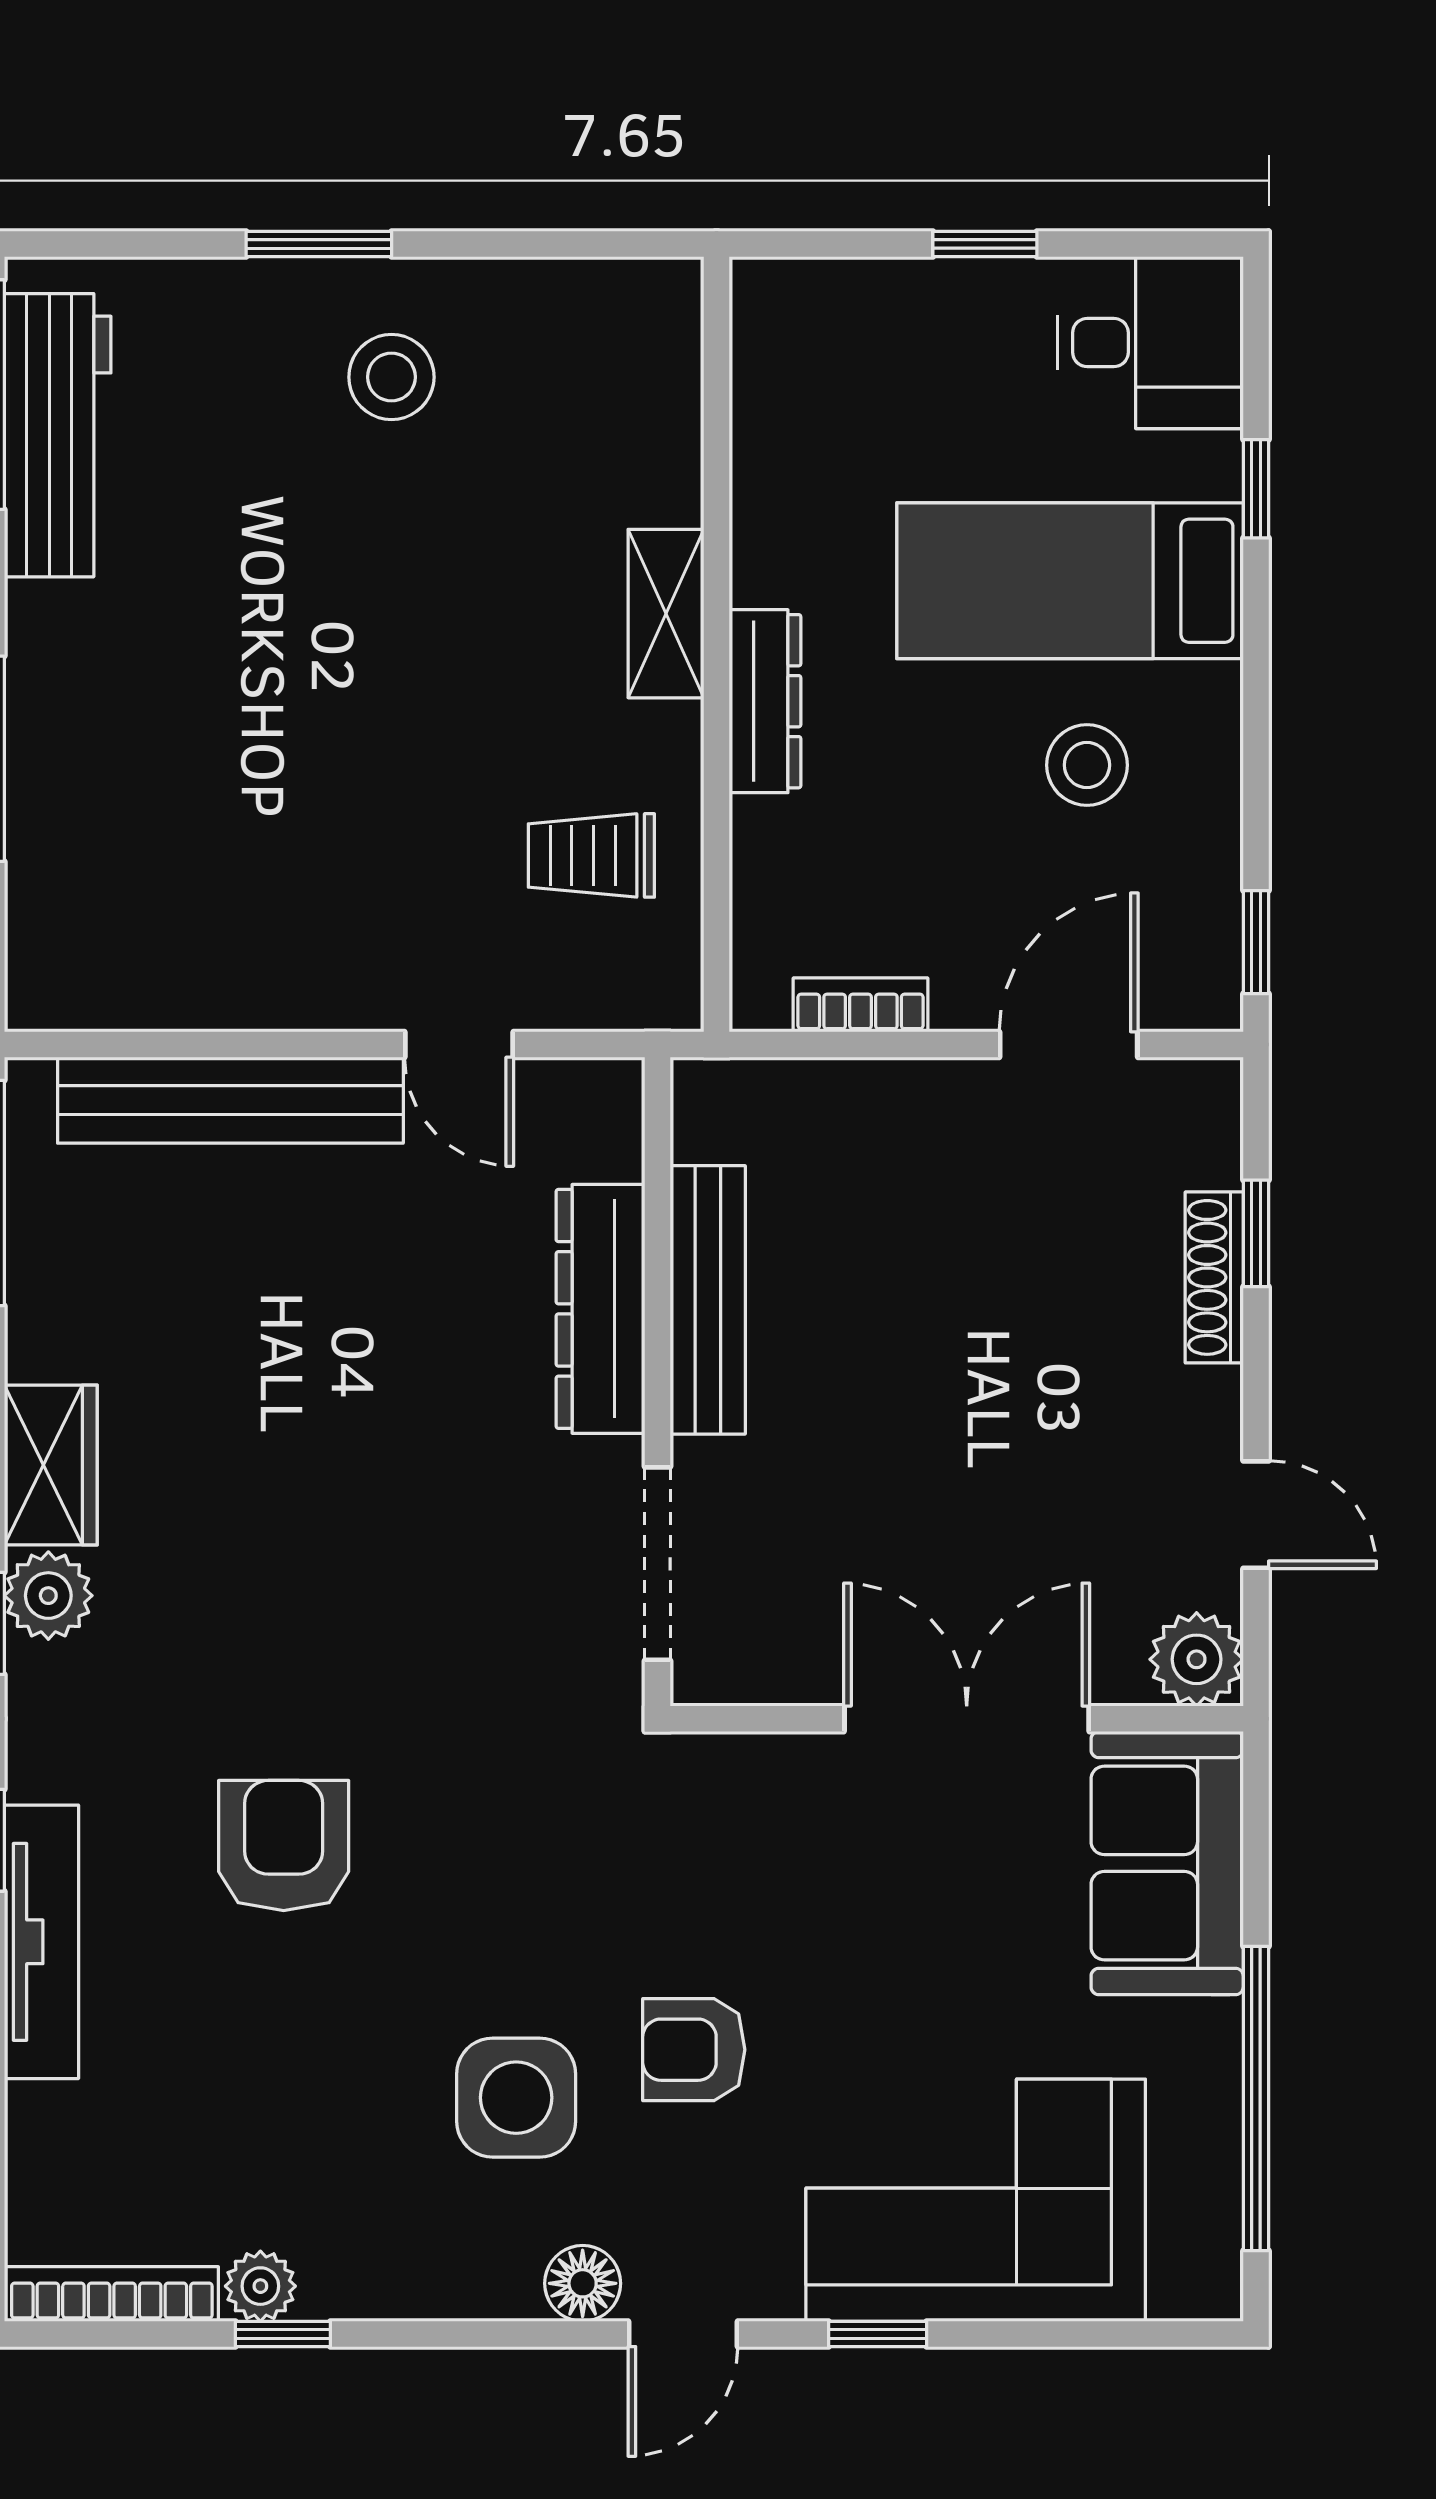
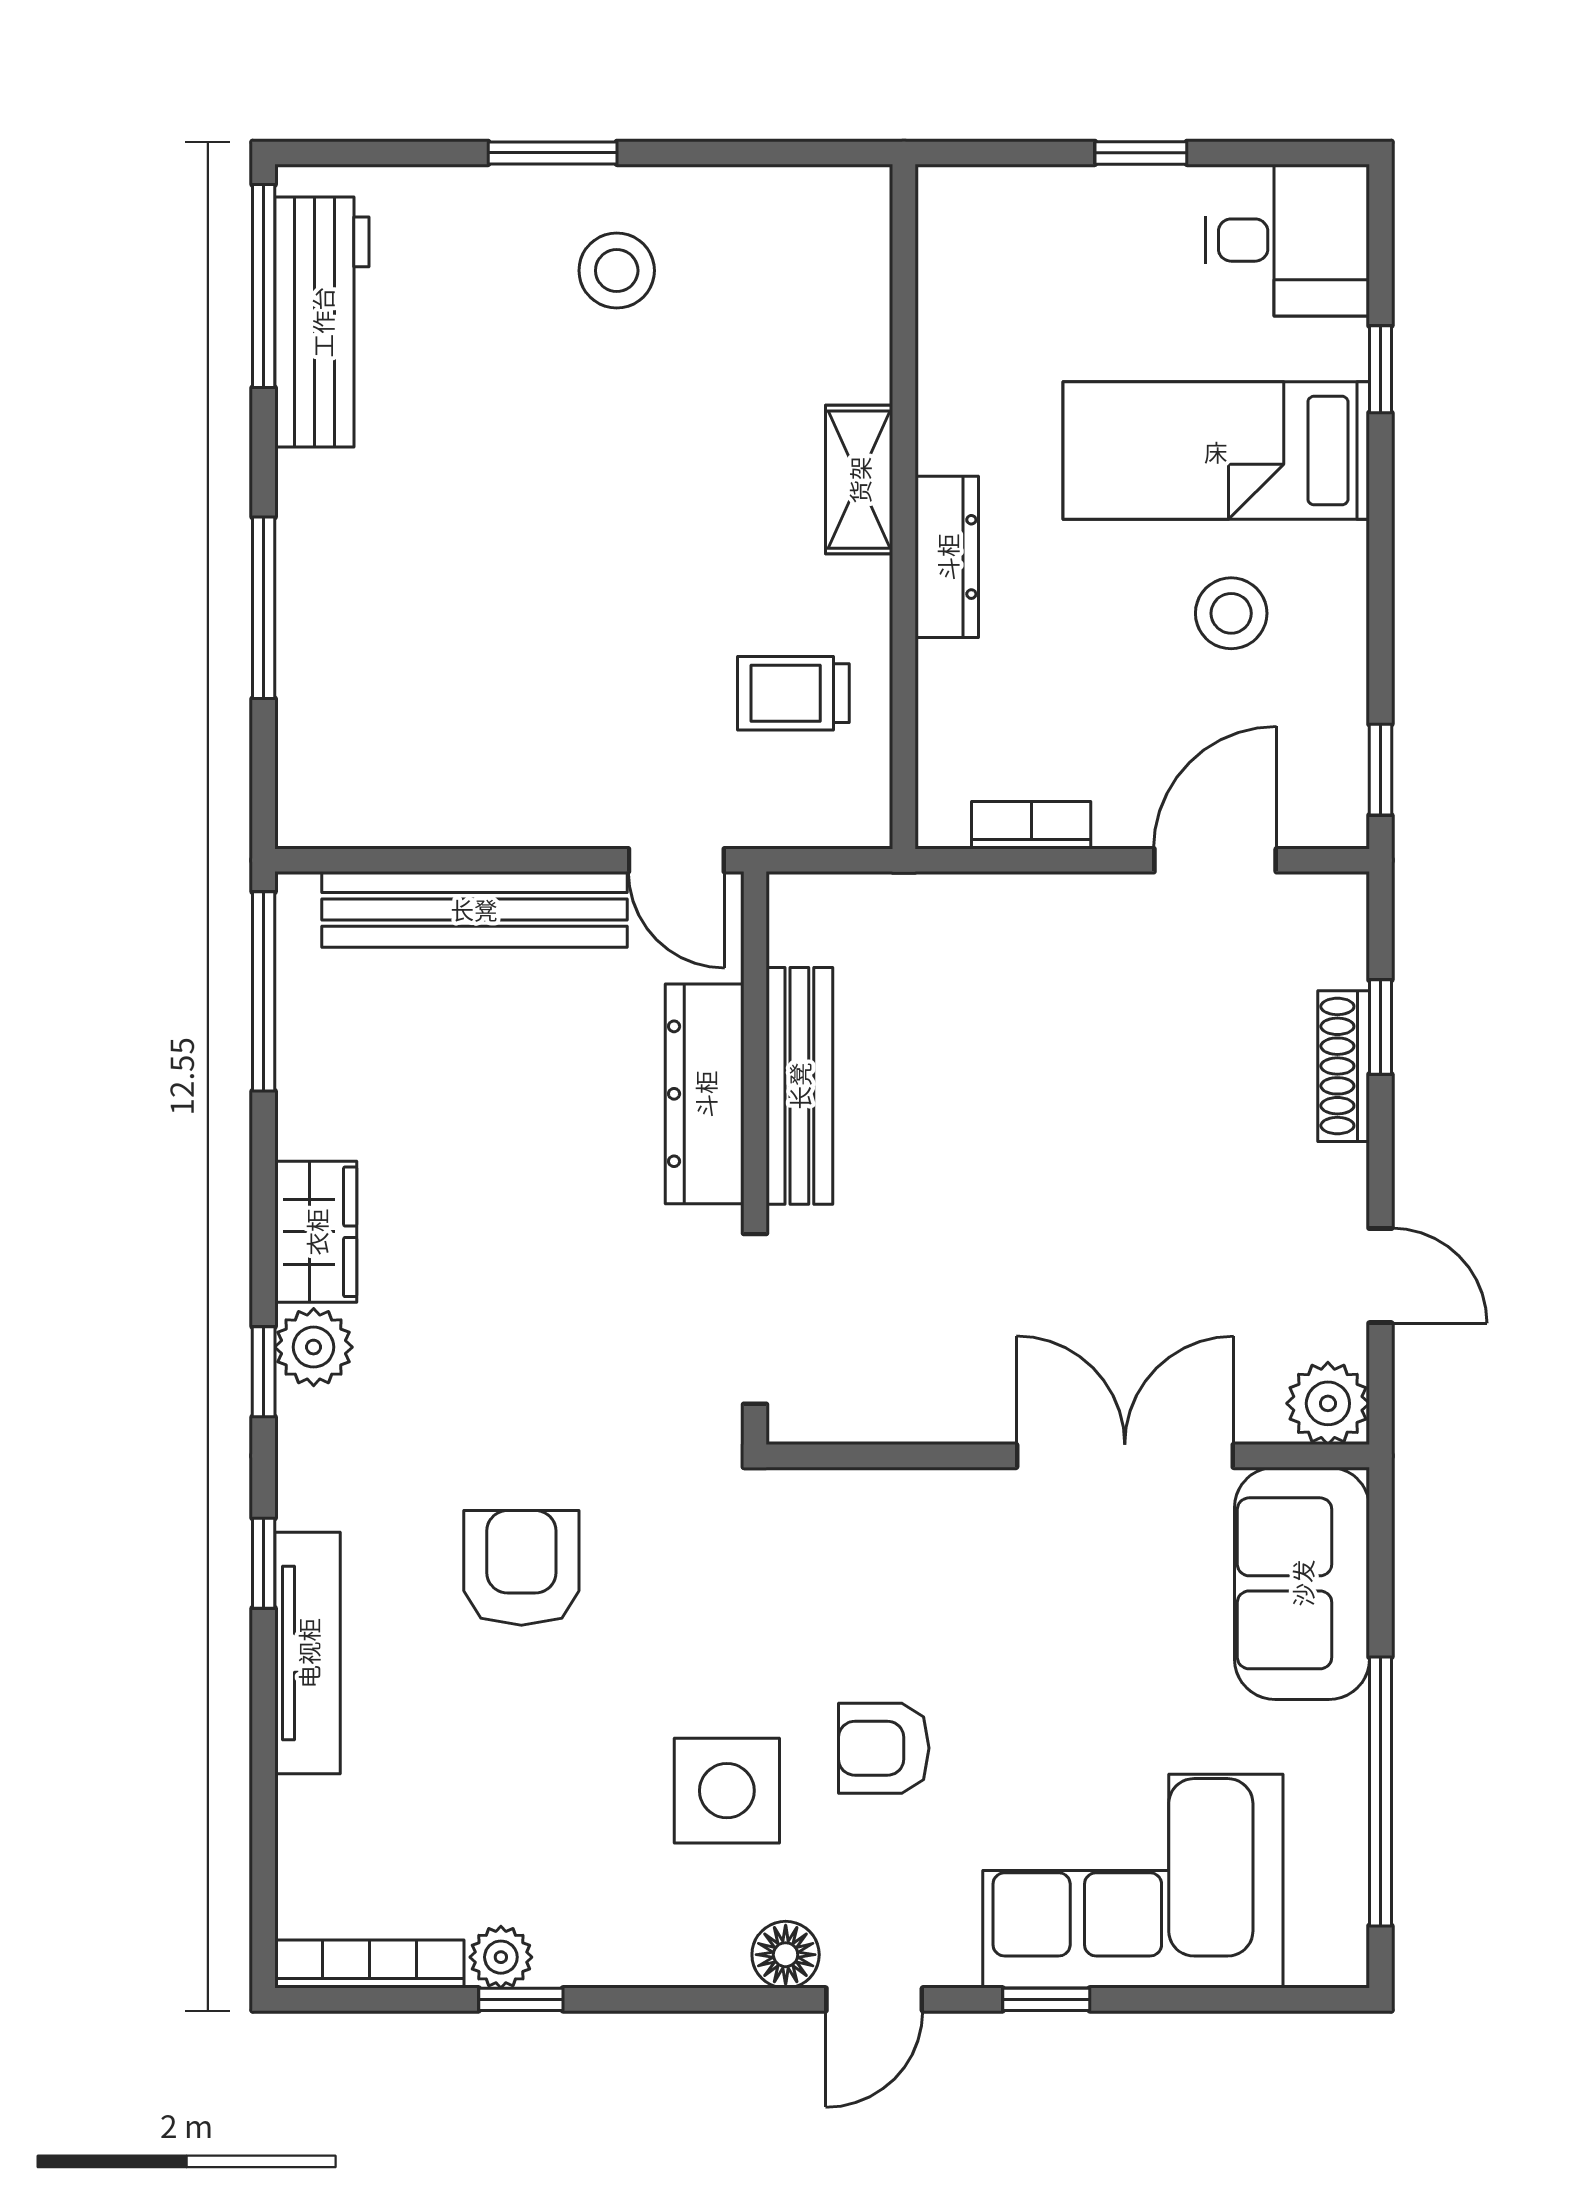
bench: (708, 1300) -> (799, 1086), moved
dresser: (601, 1309) -> (705, 1094), moved
wall: (658, 1382) -> (755, 1158), moved
doorway: (658, 1564) -> (755, 1319), moved

